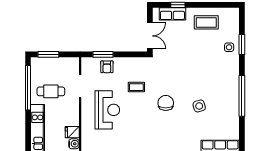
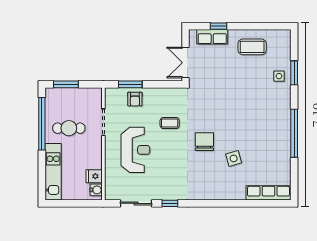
double door: (150, 36) -> (186, 63), swing flipped
side table: (199, 106) -> (234, 158), moved

